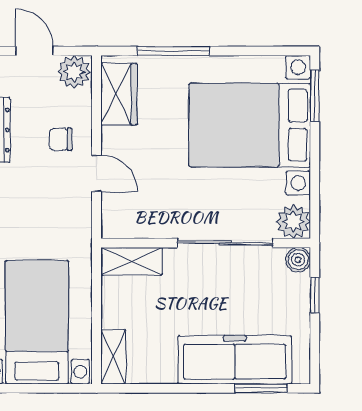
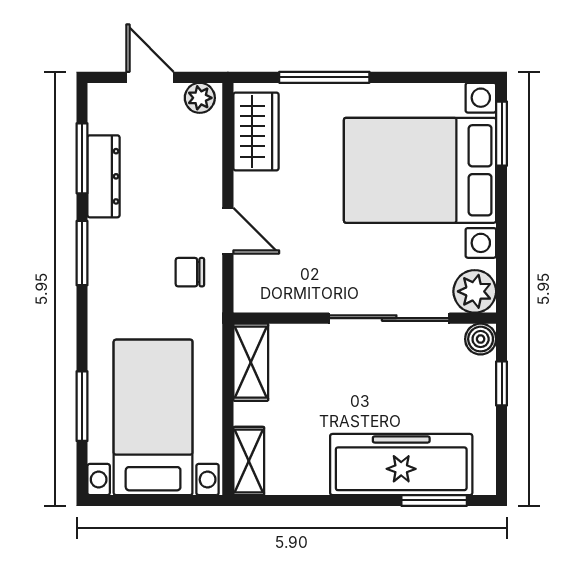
plant: (74, 72) -> (200, 98), width x0.73, depth x0.73
chair: (61, 139) -> (190, 272), moved
shelving: (132, 261) -> (251, 362), moved, turned 90

